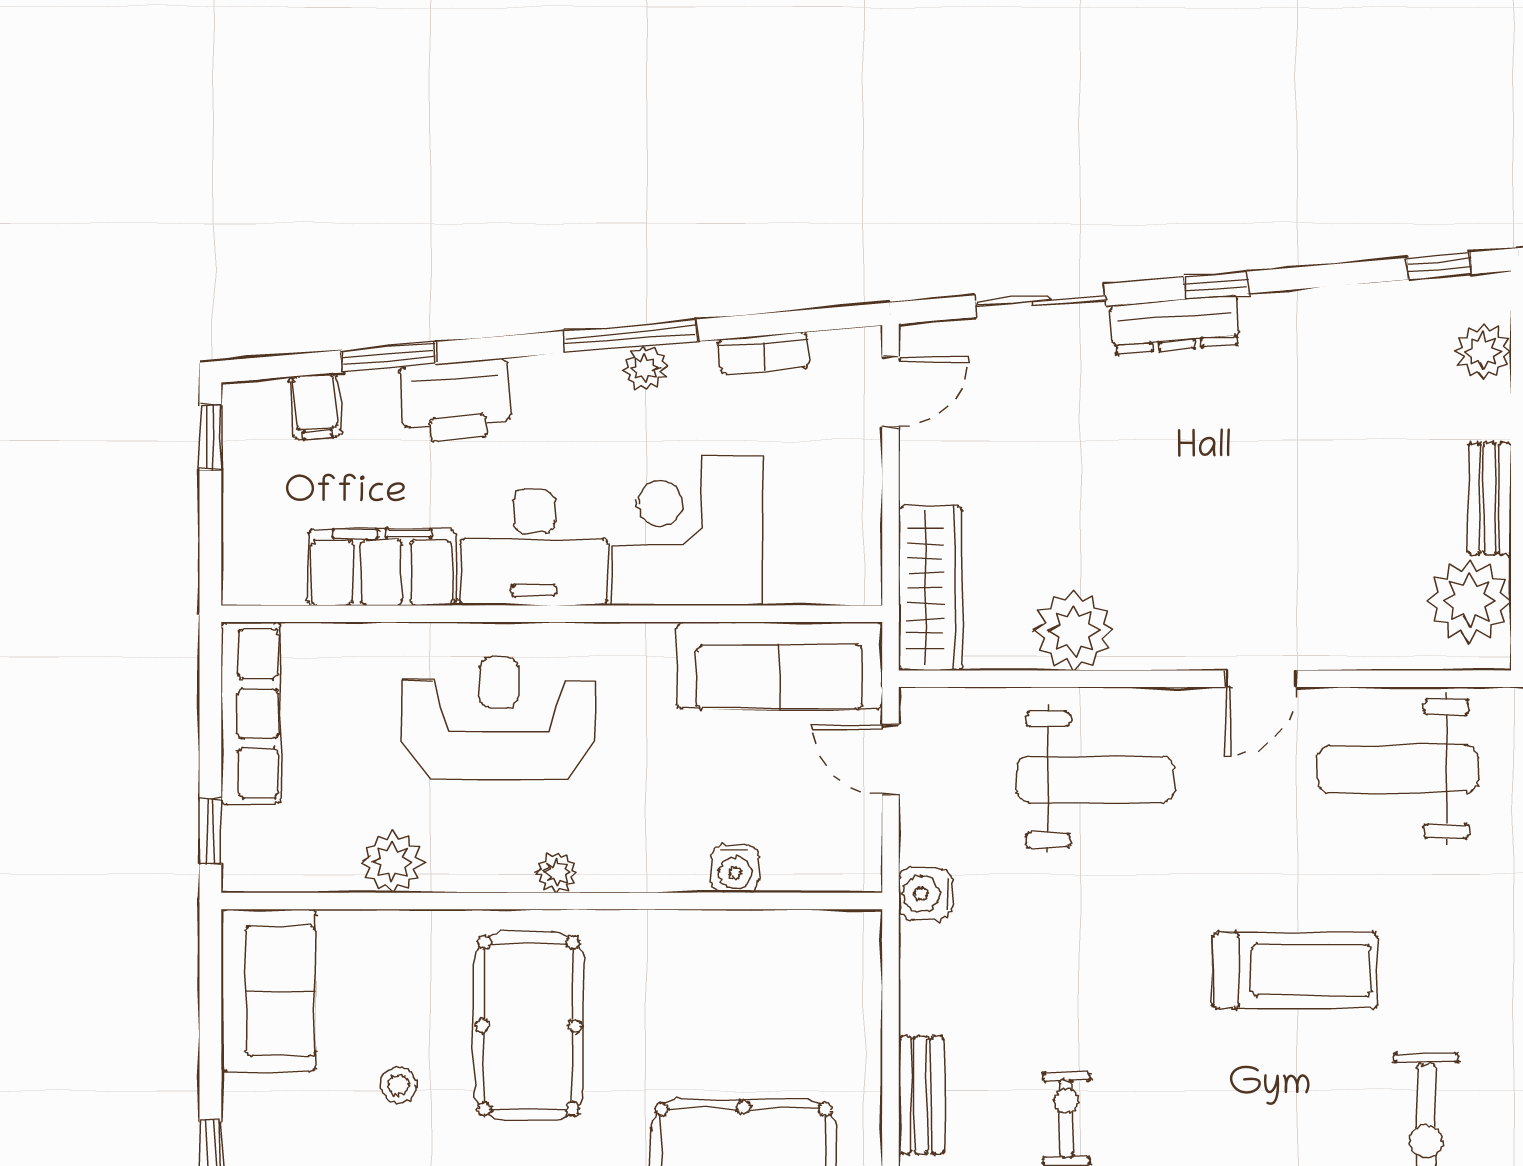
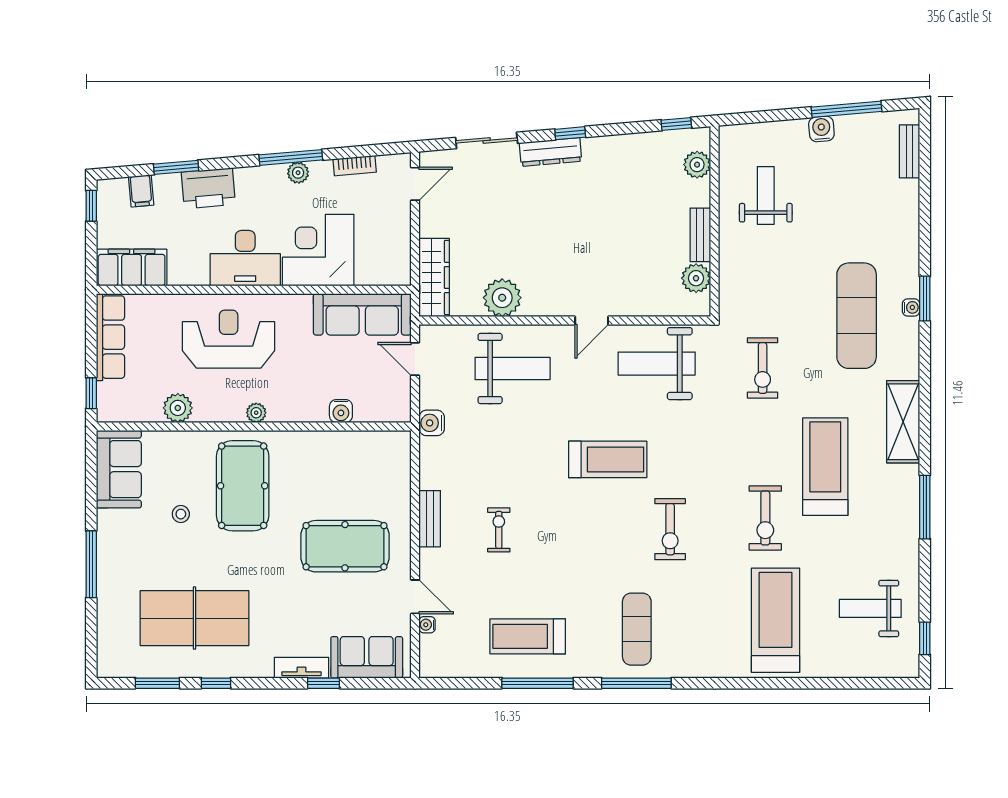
filing cabinet: (382, 567) -> (132, 267), moved
plant: (1469, 601) -> (696, 278), width x0.73, depth x0.73

